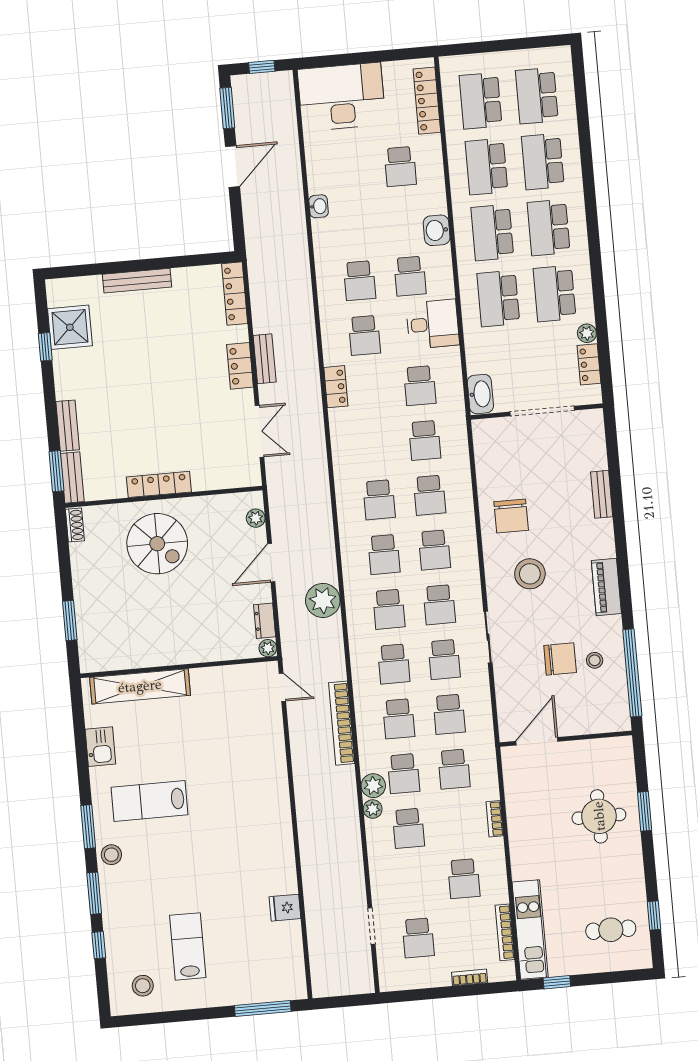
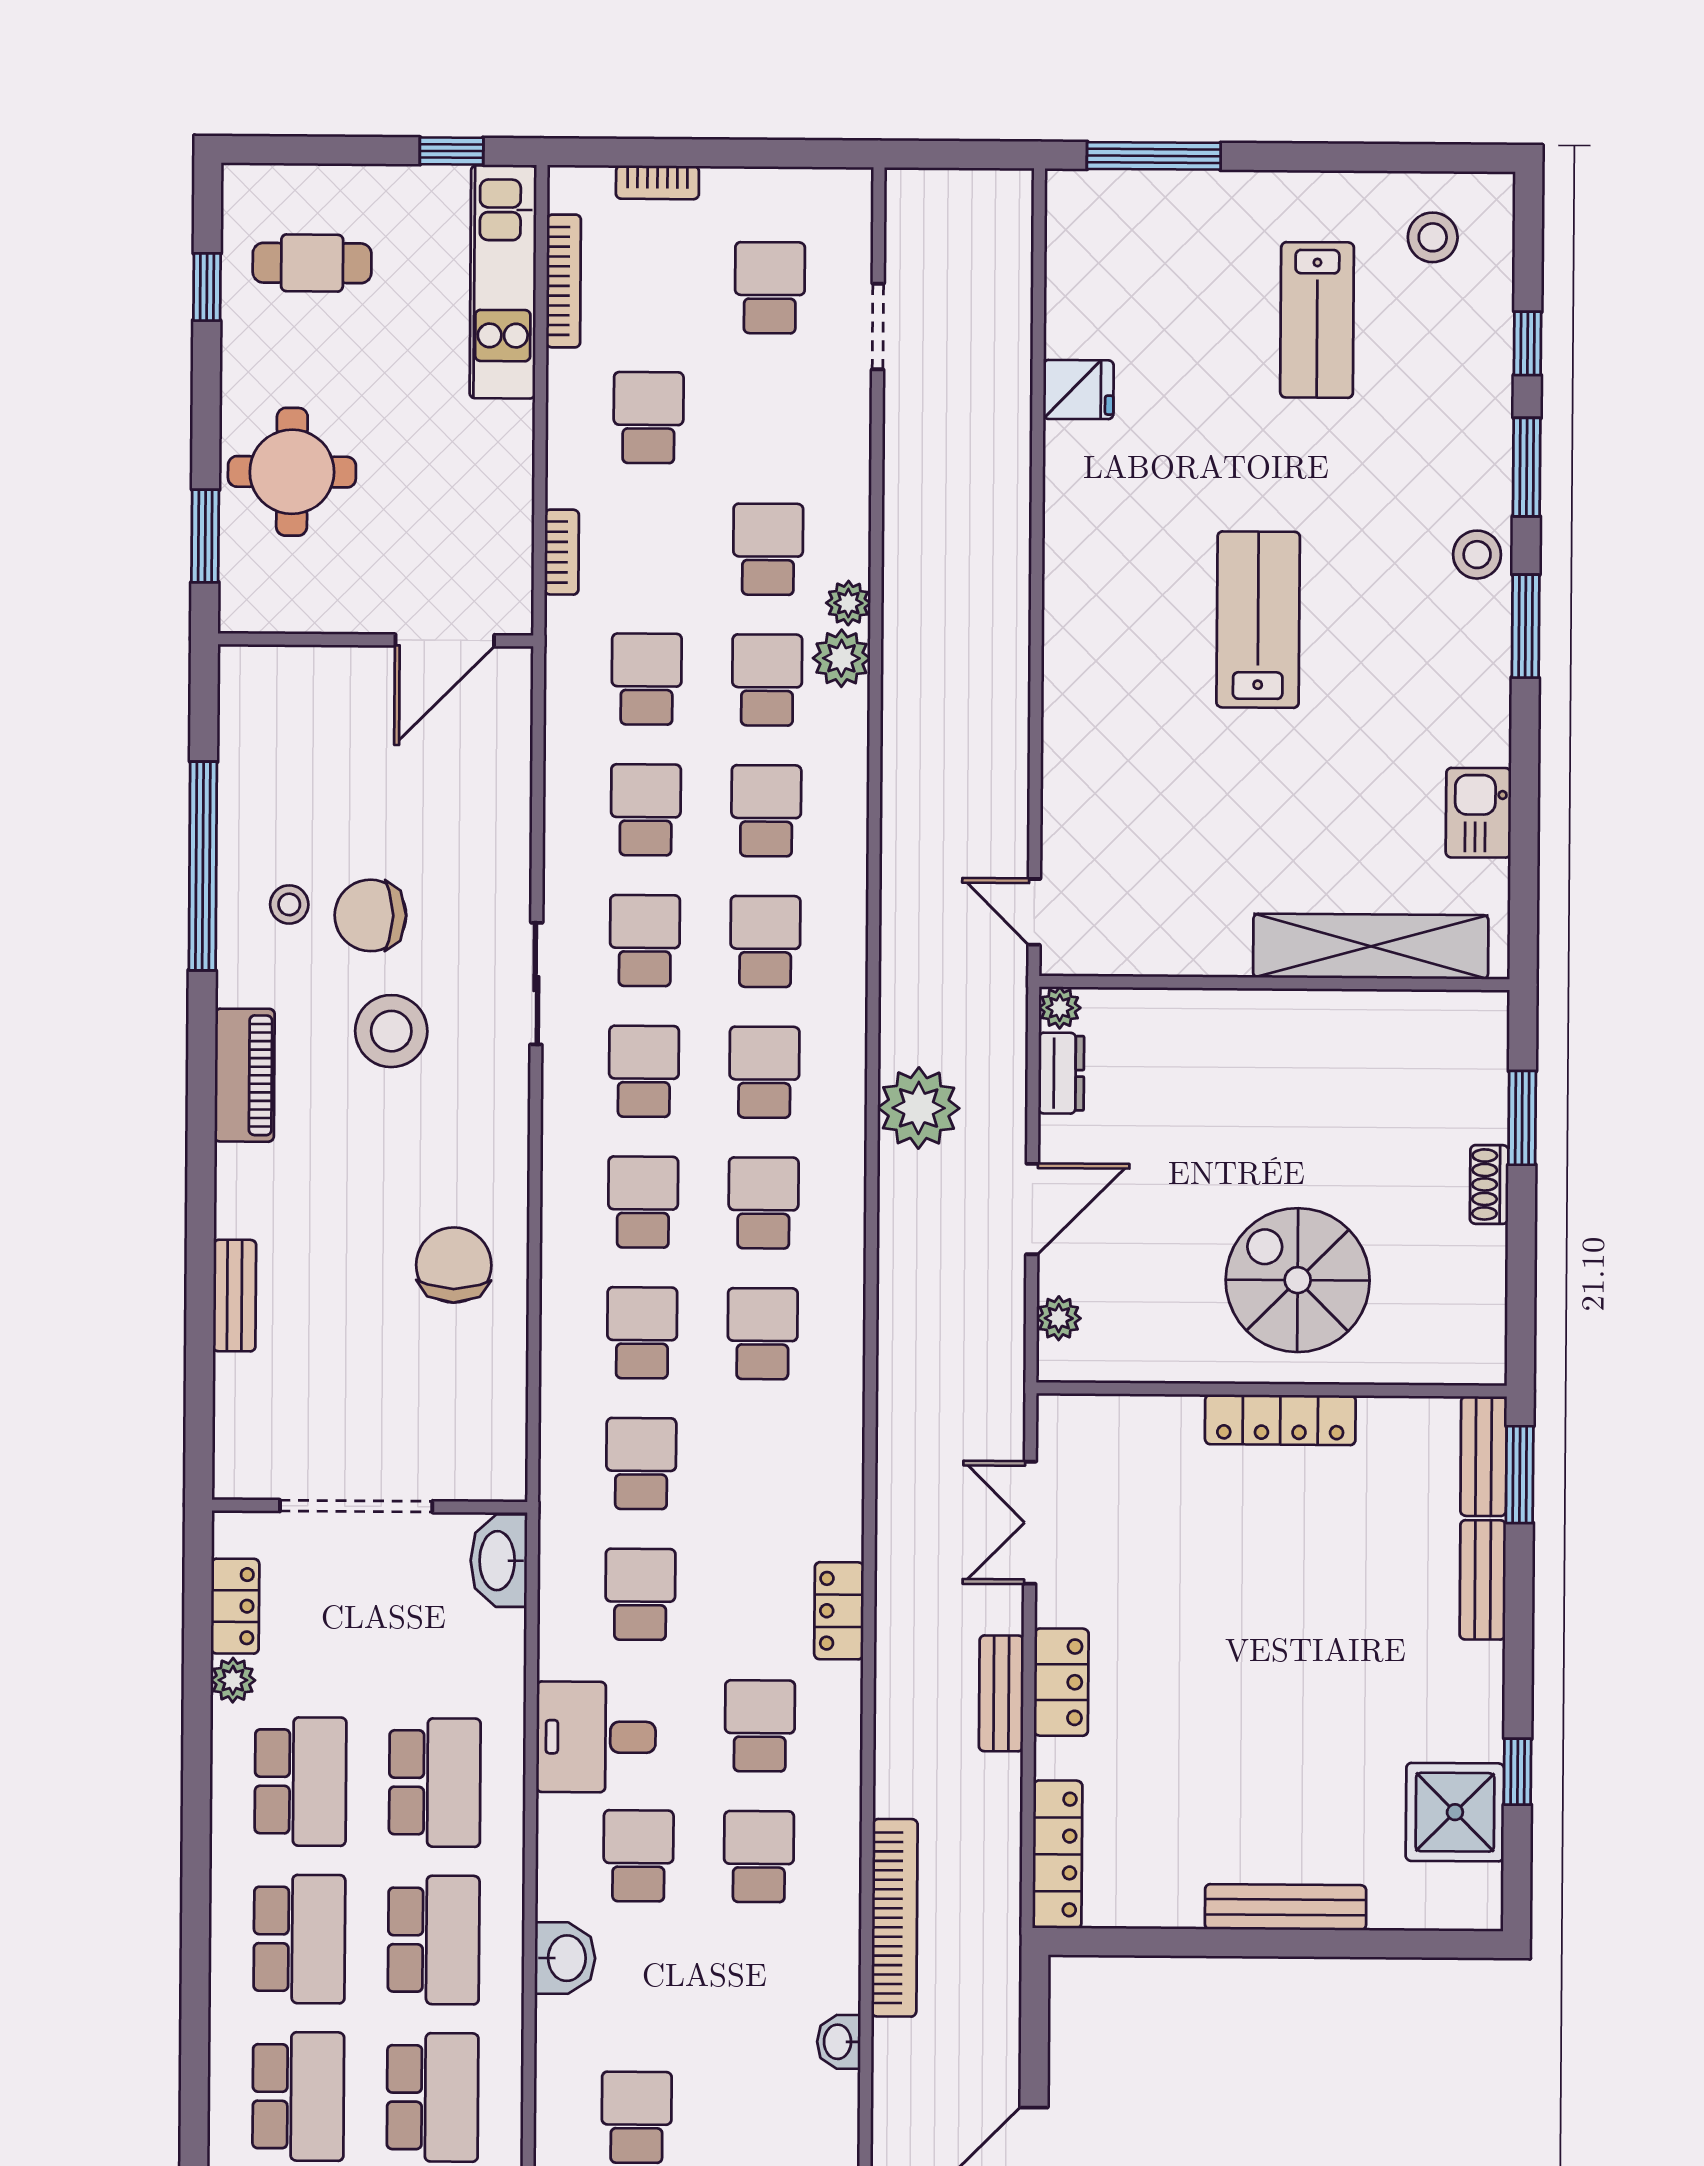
shoe rack: (75, 525) -> (1489, 1185), moved
stool: (530, 574) -> (391, 1031), moved
bookcase: (342, 723) -> (895, 1918), moved
wall: (566, 739) -> (376, 640), moved
door: (537, 741) -> (445, 640), moved
lab bench: (150, 801) -> (1258, 620), moved, turned -90
round table: (599, 816) -> (292, 472), moved

